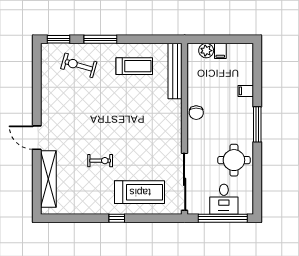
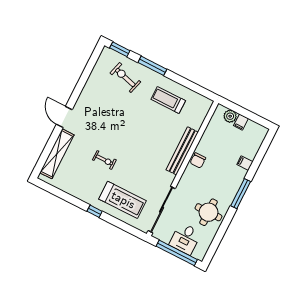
treadmill: (134, 66) -> (168, 100), turned 180
bench: (175, 71) -> (182, 151), moved

